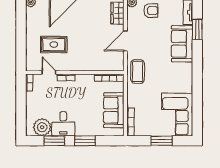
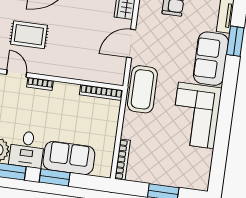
coffee table: (138, 72) -> (142, 89), width x1.36, depth x1.32
sofa: (114, 110) -> (69, 158), moved, turned 90
corner sofa: (177, 115) -> (196, 115), moved

